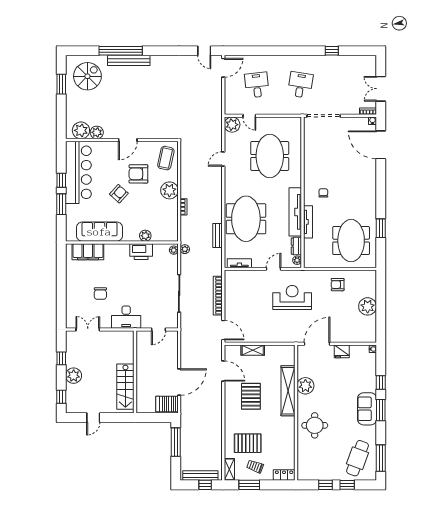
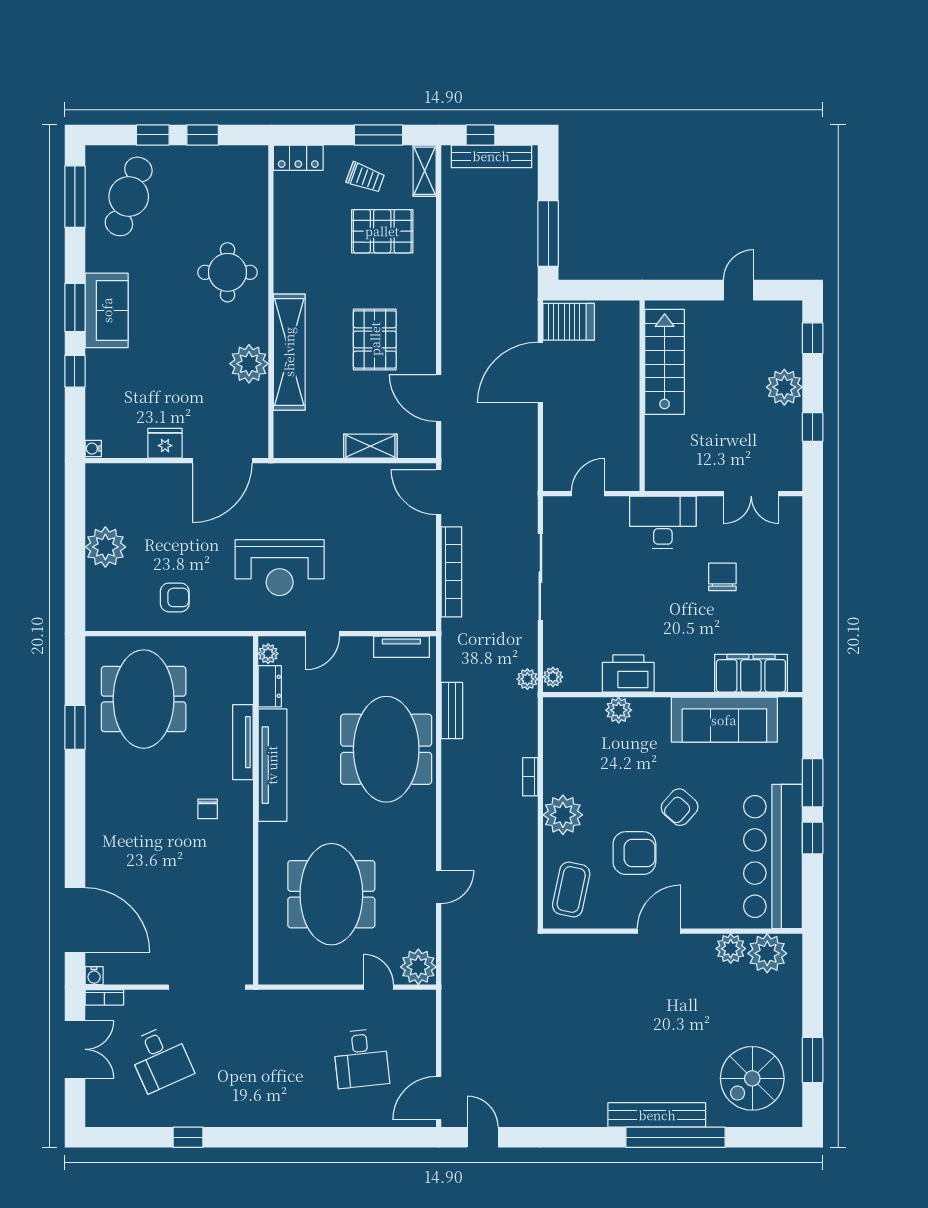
desk: (300, 85) -> (160, 1058), moved, turned -33

